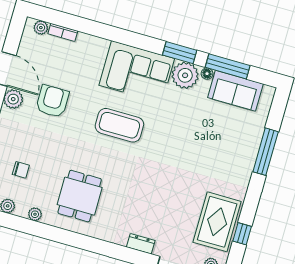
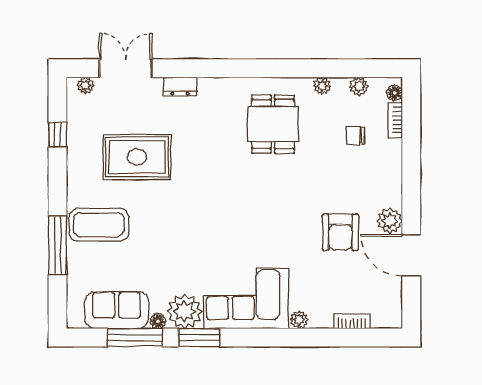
plant: (41, 28) -> (299, 320), moved
coffee table: (119, 125) -> (99, 225), moved
rug: (217, 222) -> (137, 157), moved, turned 90

